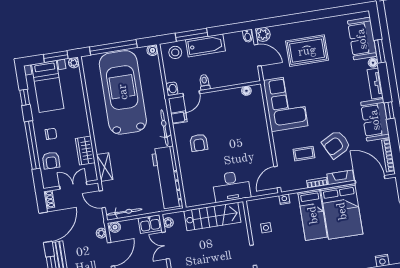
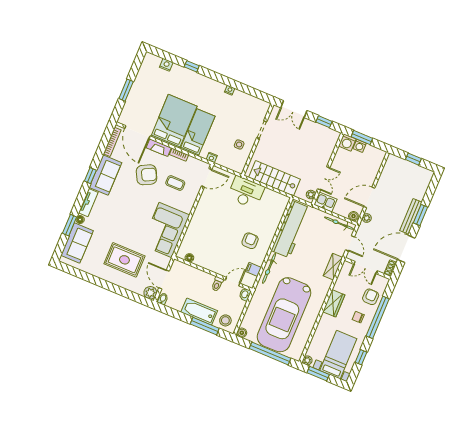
wardrobe: (85, 151) -> (334, 303), moved

